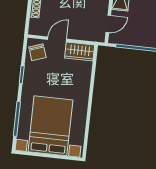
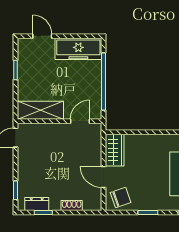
door: (108, 24) -> (80, 121), hinge flipped

